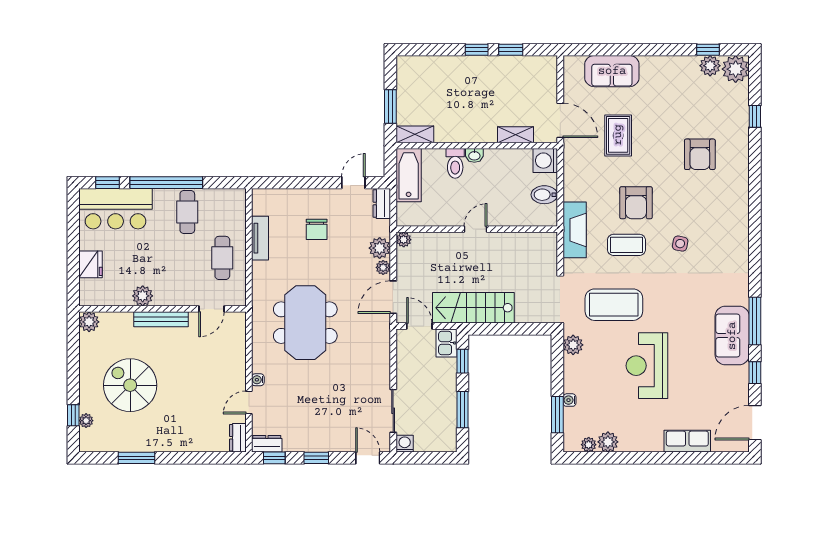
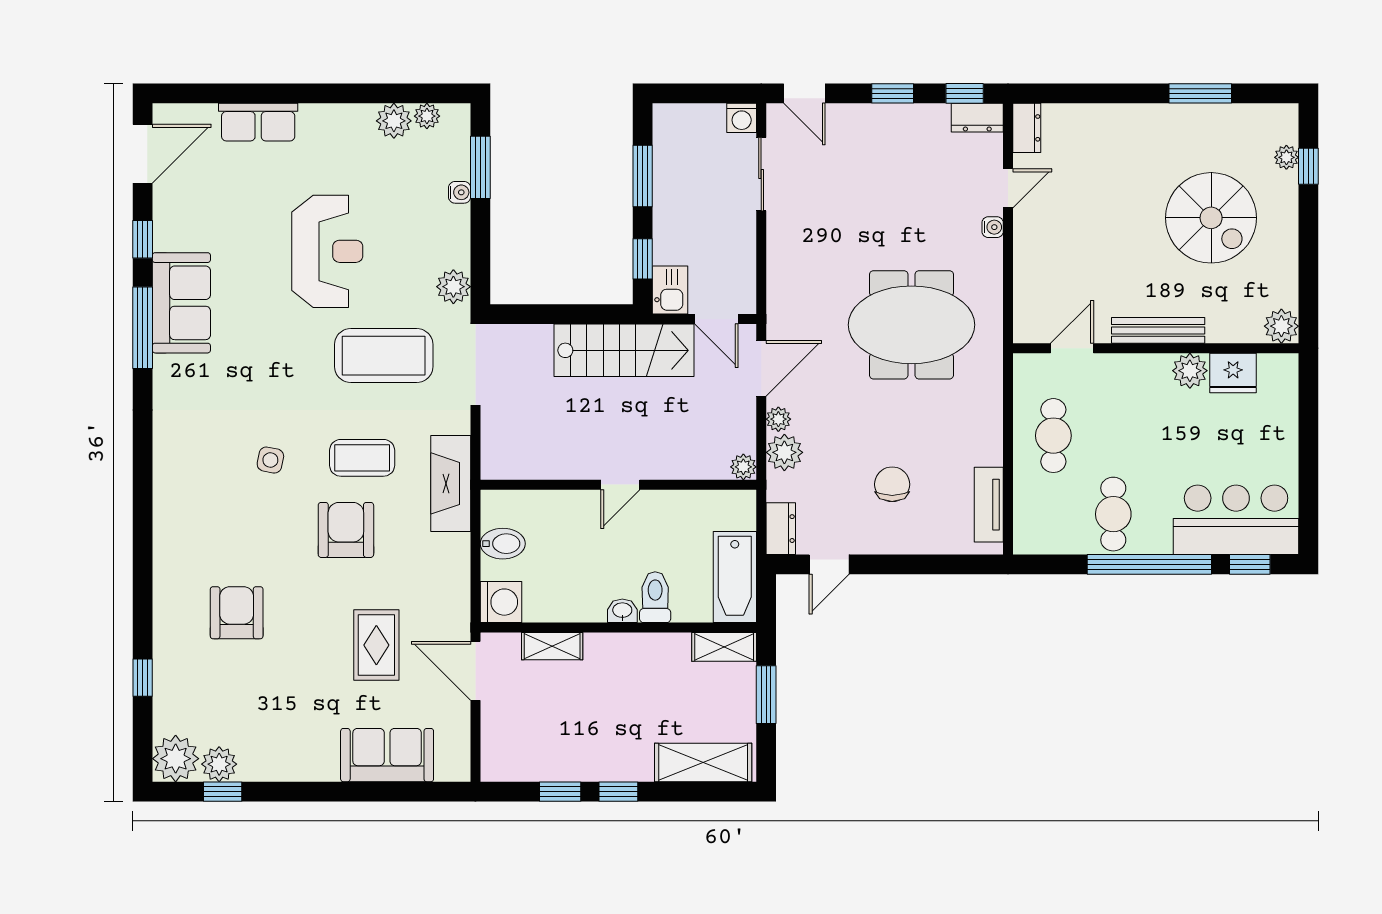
shelving: (427, 67) -> (703, 762), added
tv unit: (260, 238) -> (989, 505), moved
fridge: (91, 264) -> (1233, 373), moved, turned -90
meeting table: (305, 323) -> (911, 325), turned 90

